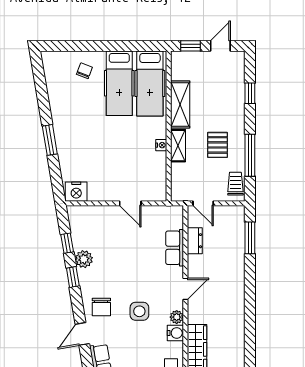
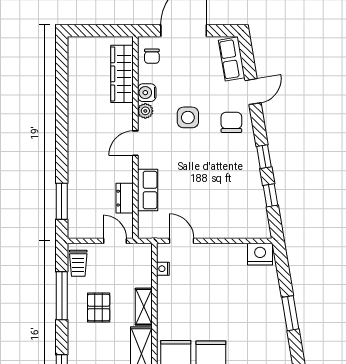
nightstand: (161, 145) -> (163, 269), moved
door: (130, 203) -> (182, 241), moved
plant: (84, 259) -> (251, 177), removed

